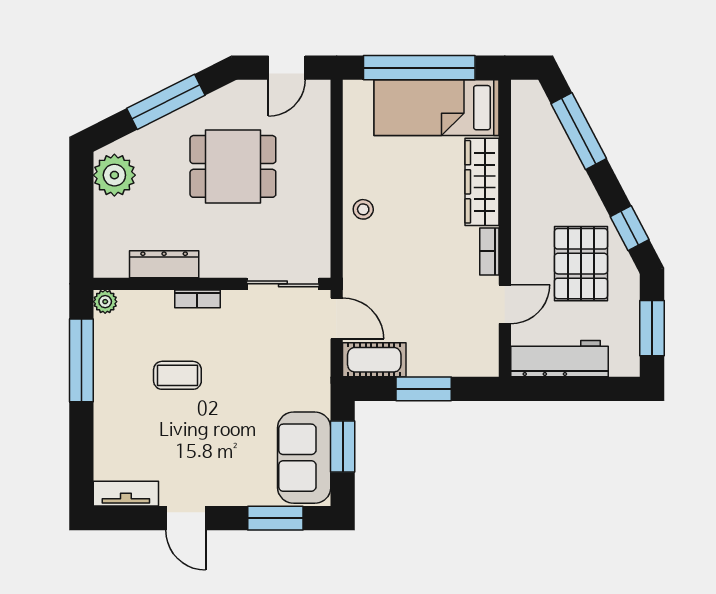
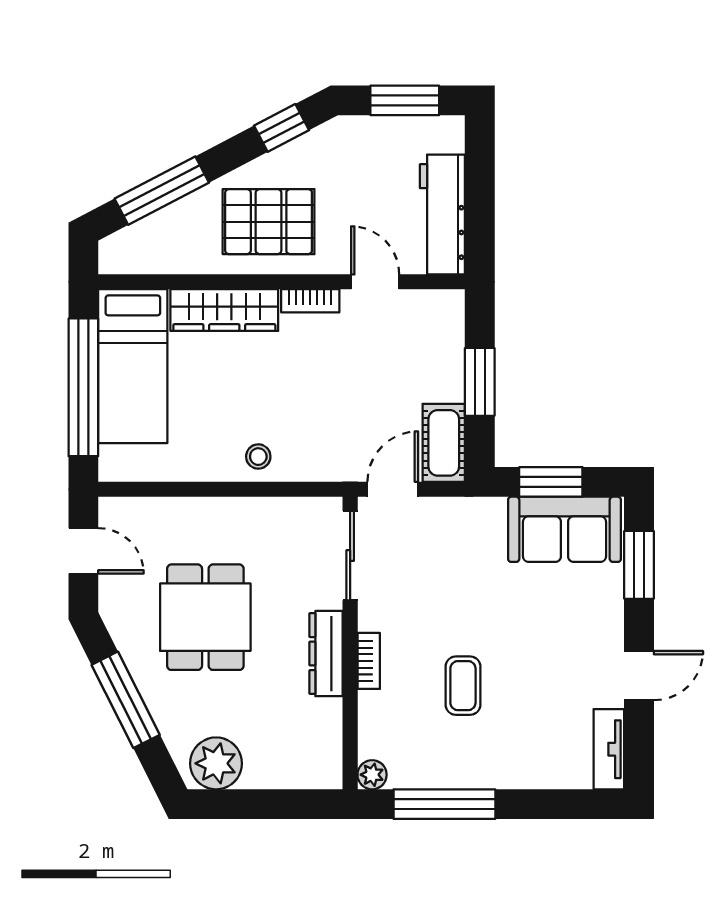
dresser: (164, 264) -> (326, 654), moved
pallet: (581, 264) -> (269, 222), moved

